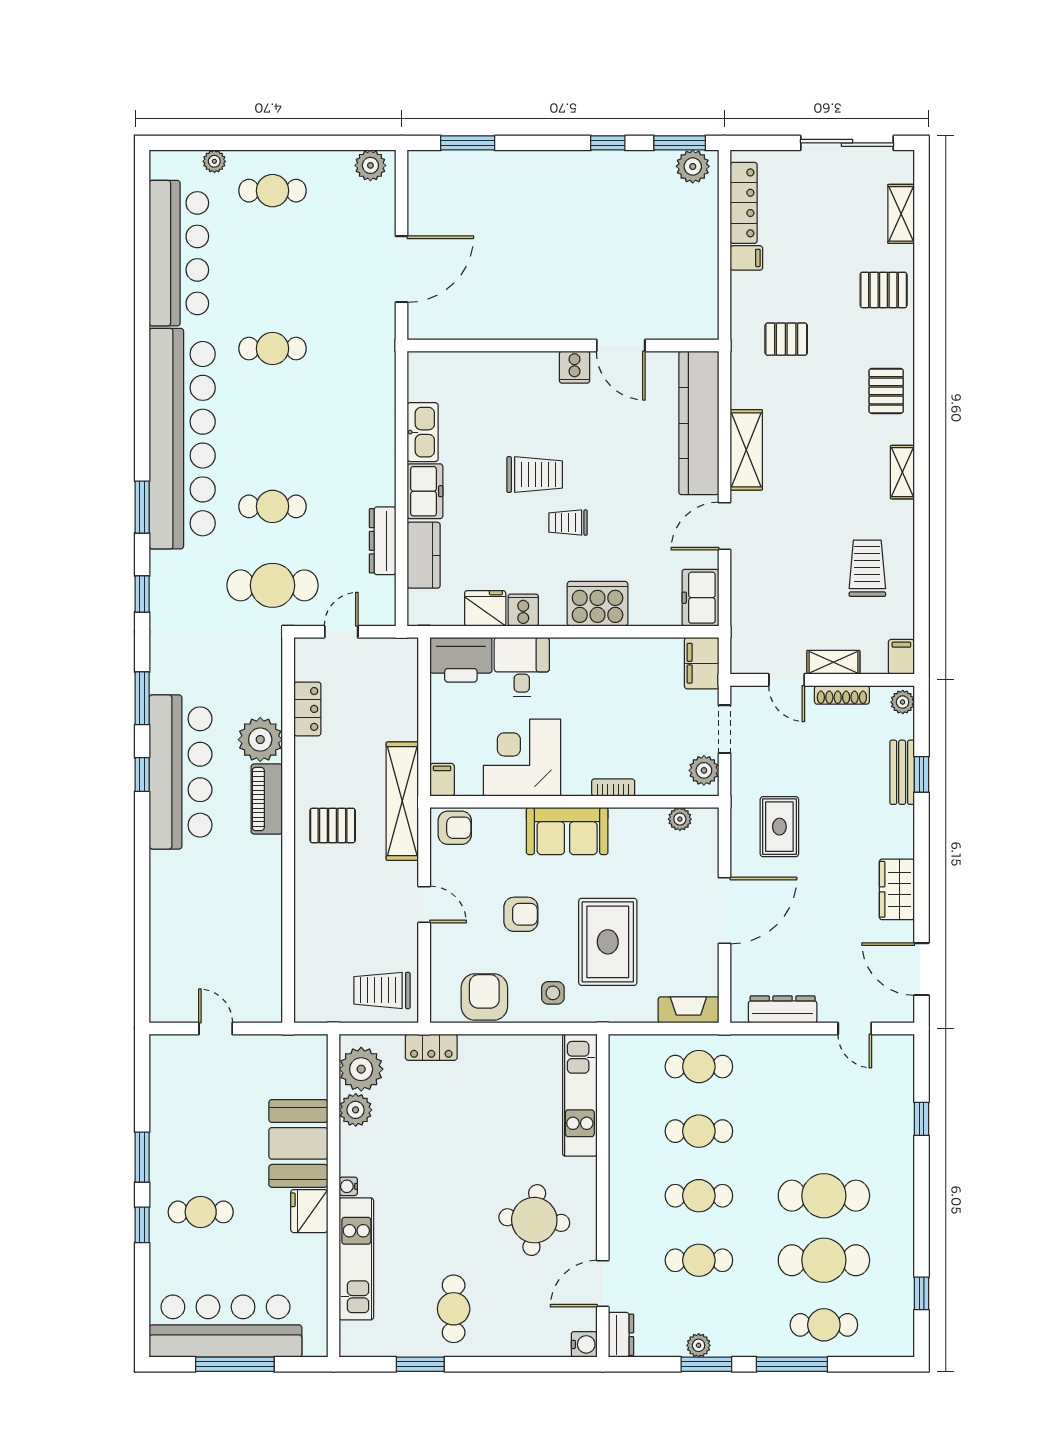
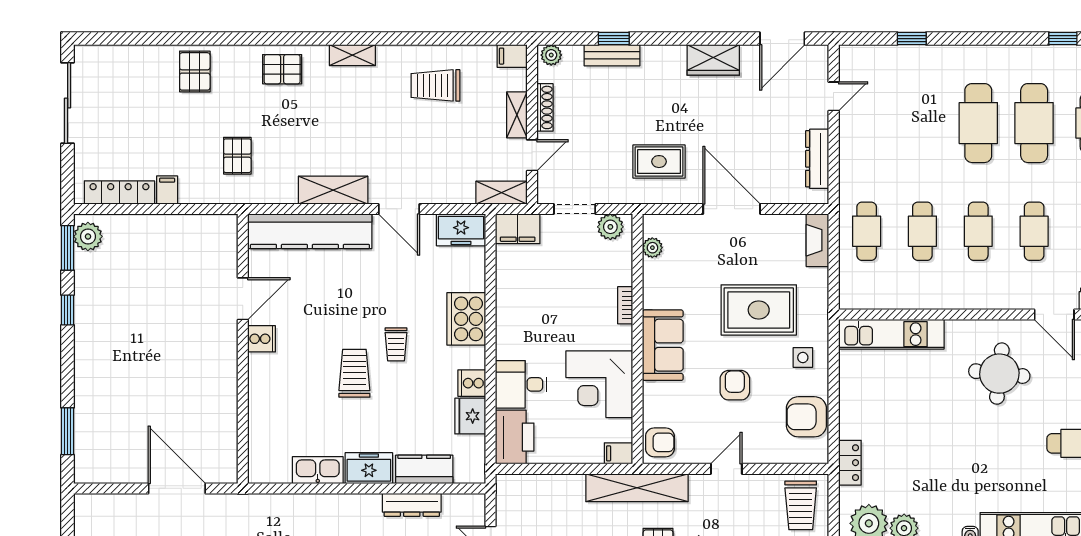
plant: (370, 165) -> (87, 515), removed
shelving: (901, 214) -> (502, 193), moved
armchair: (455, 828) -> (660, 442), turned 90

